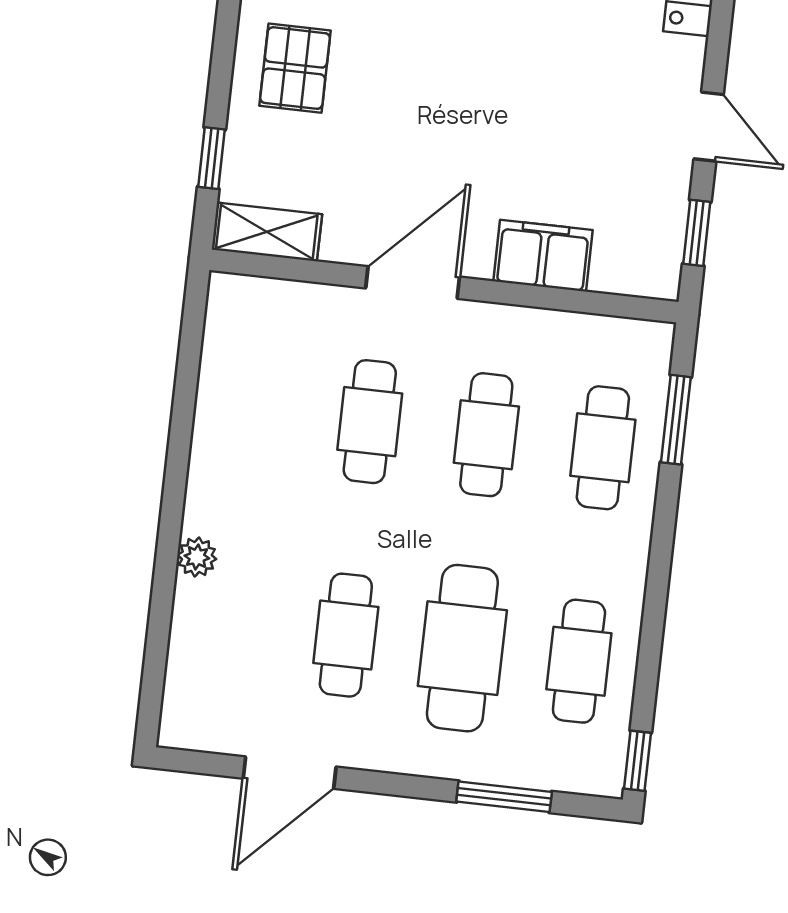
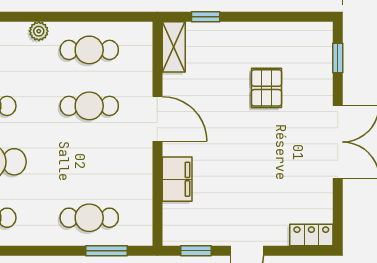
pallet: (295, 68) -> (267, 88), moved, turned 90
cafe table: (486, 435) -> (89, 50), moved
plant: (197, 557) -> (39, 31), moved

